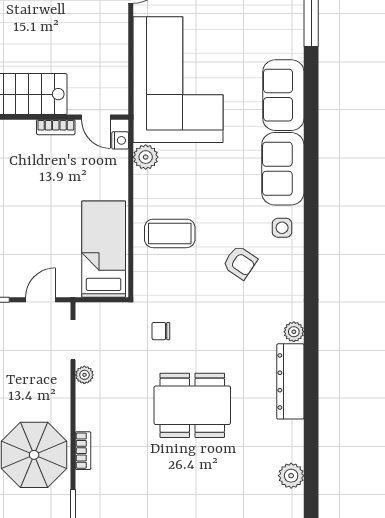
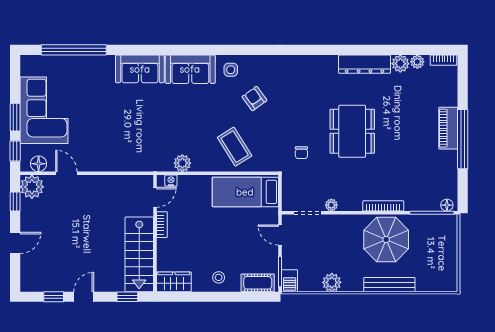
corner sofa: (178, 80) -> (129, 141), removed
coffee table: (170, 233) -> (235, 147), turned -32
armchair: (240, 262) -> (254, 99), turned -70
plant: (294, 332) -> (417, 62), moved
dresser: (290, 381) -> (365, 64), moved
bookcase: (83, 451) -> (383, 206), width x1.56

